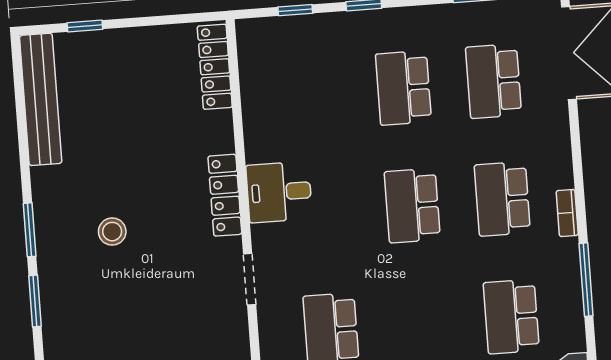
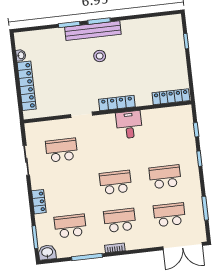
bench: (41, 99) -> (93, 31), moved
desk: (279, 192) -> (129, 125), moved

